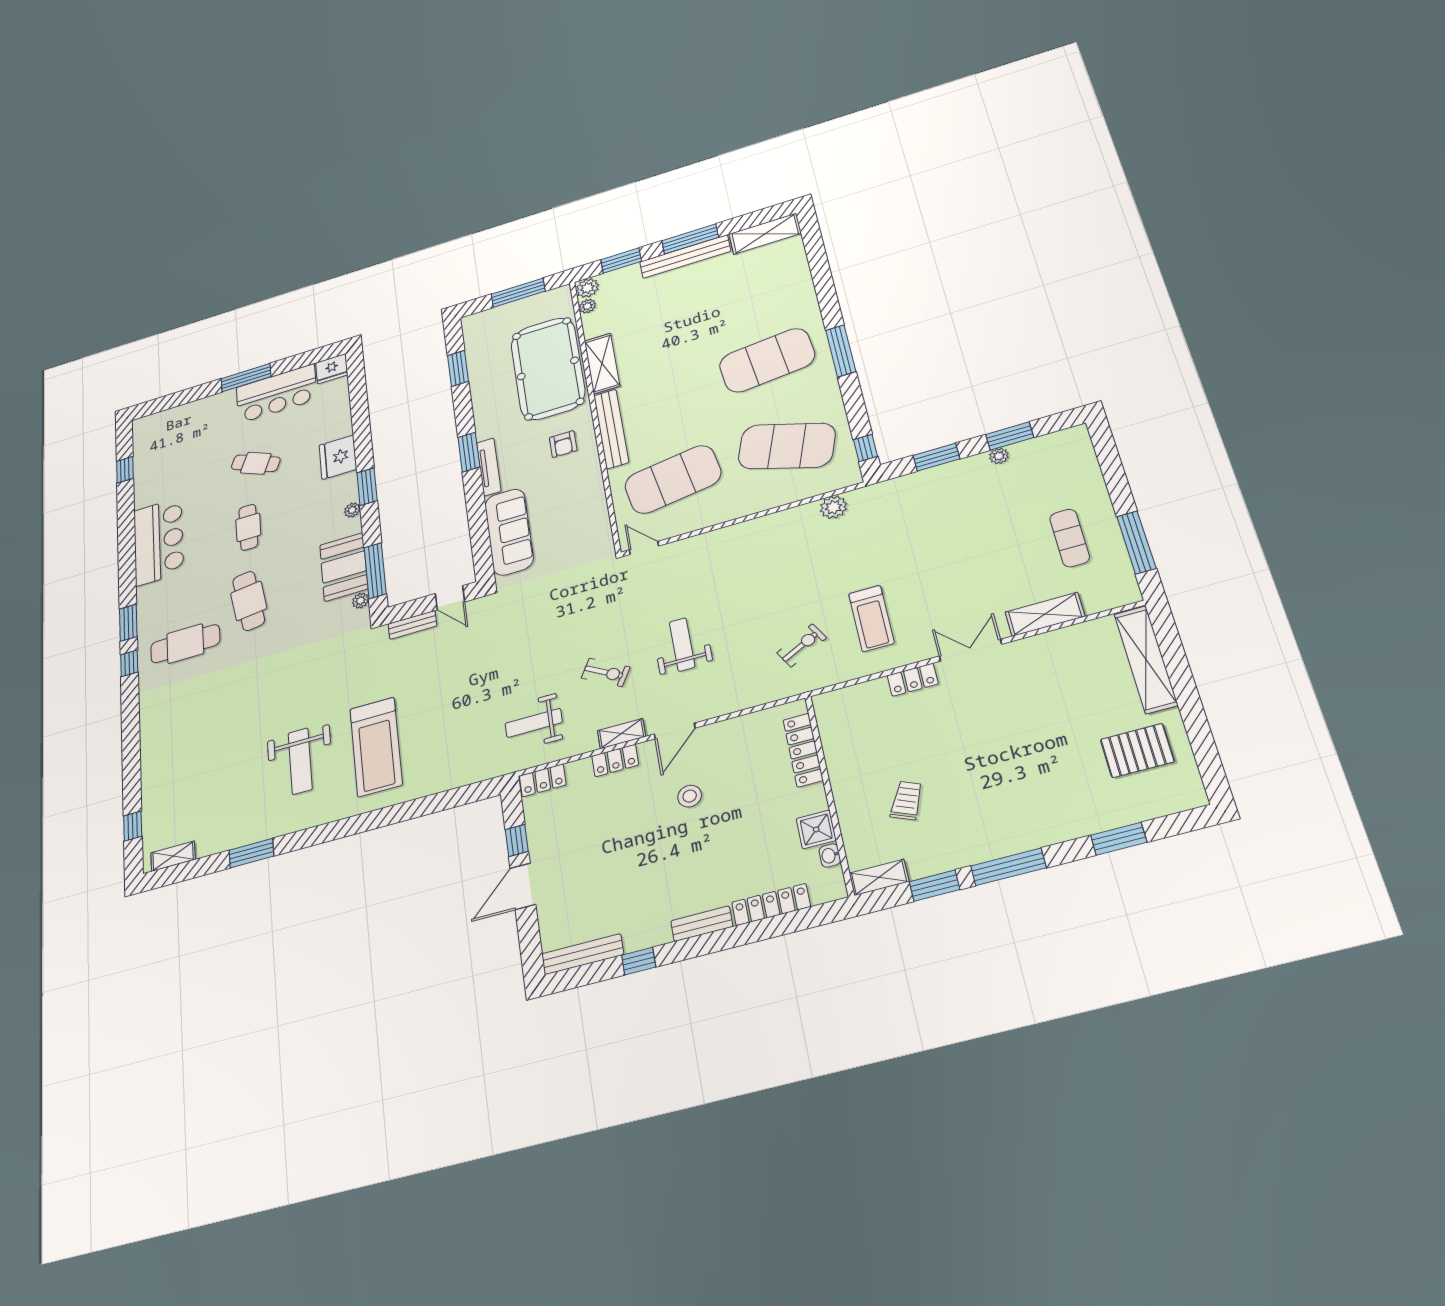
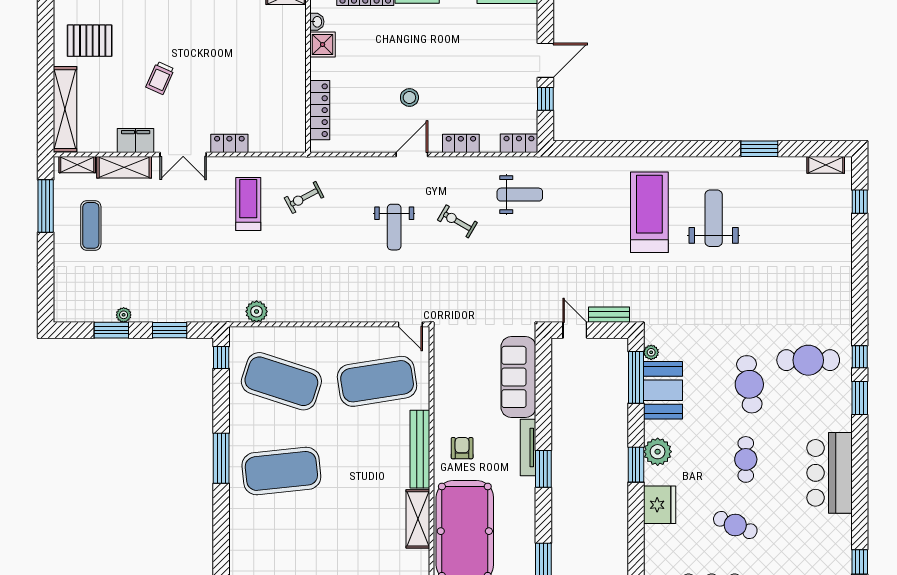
plant: (352, 510) -> (658, 452), width x1.88, depth x1.88
filing cabinet: (1038, 649) -> (136, 141), added
shelving: (622, 734) -> (77, 165), moved
trolley: (907, 801) -> (160, 78), moved

